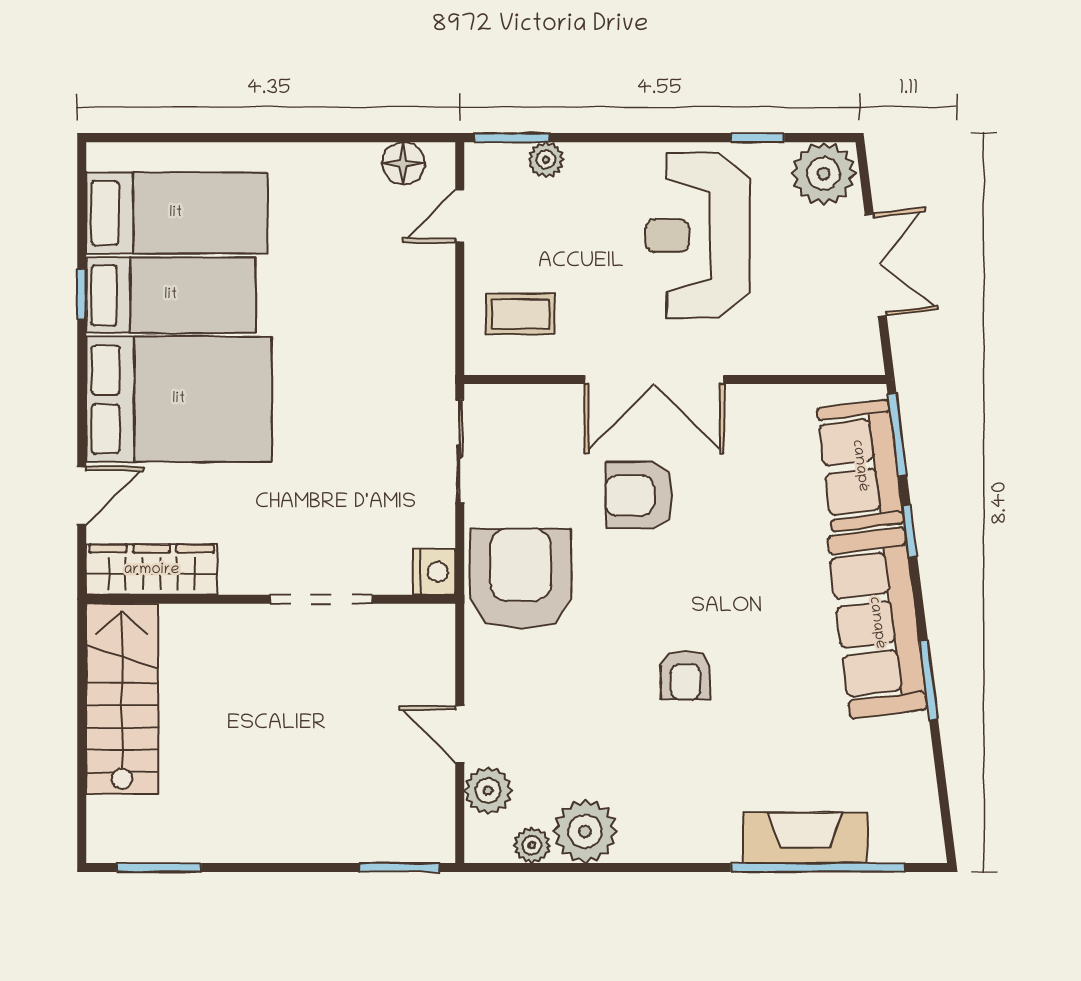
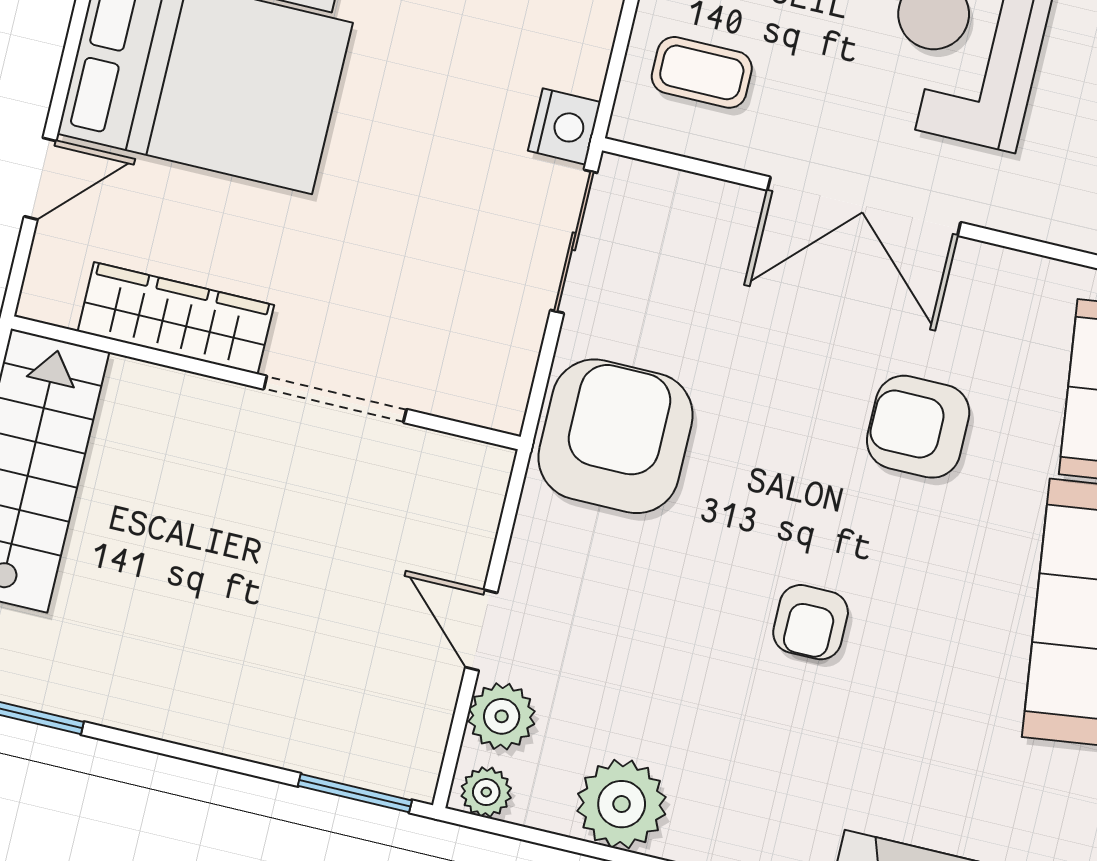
armchair: (639, 495) -> (918, 427), moved
wardrobe: (152, 570) -> (176, 318), moved
nightstand: (434, 572) -> (564, 126), moved
plant: (532, 845) -> (486, 792), moved

